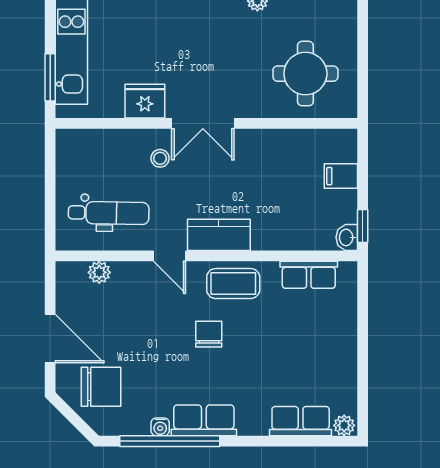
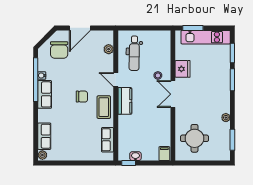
filing cabinet: (341, 176) -> (164, 154), moved
washbasin: (347, 237) -> (135, 156), moved
door: (170, 256) -> (116, 80), hinge flipped

